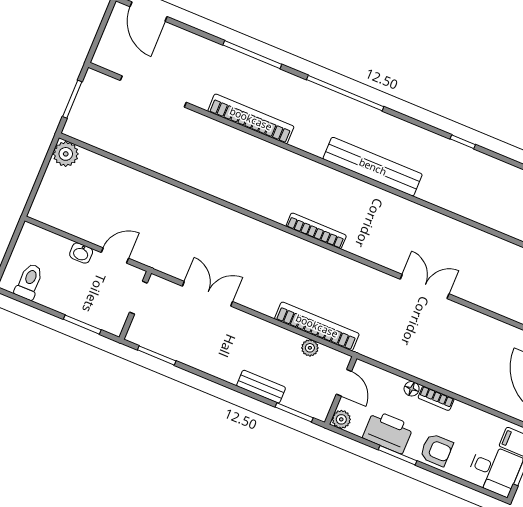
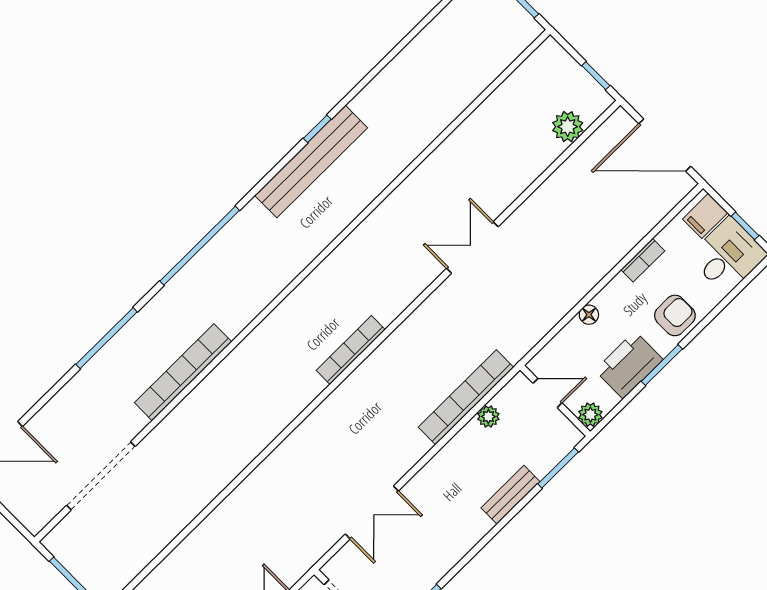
bench: (373, 167) -> (311, 162), moved
double door: (207, 294) -> (372, 513), swing flipped
bookcase: (436, 398) -> (643, 260), moved

